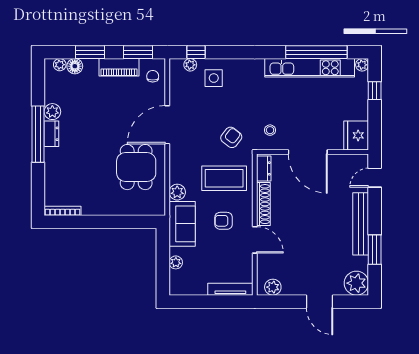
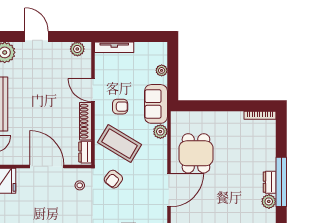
coffee table: (224, 178) -> (120, 144), turned 31

